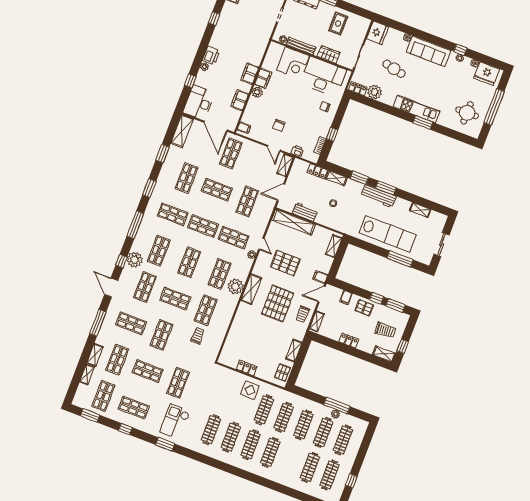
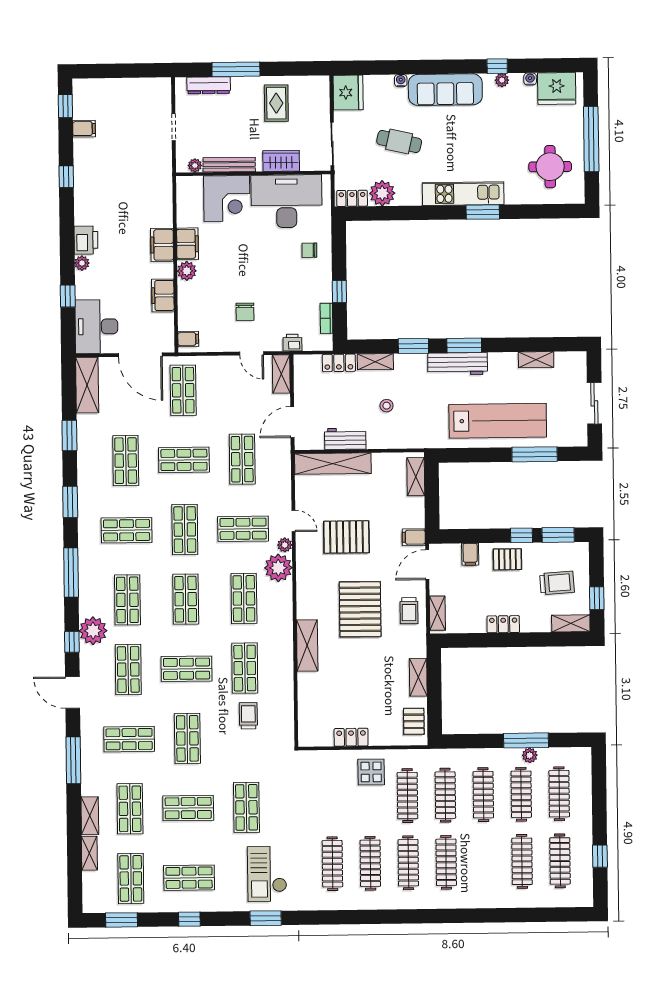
shop shelf: (203, 226) -> (185, 530), turned 90
plant: (236, 286) -> (278, 568), moved
shelving: (251, 289) -> (307, 646), moved

